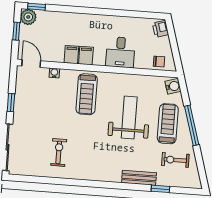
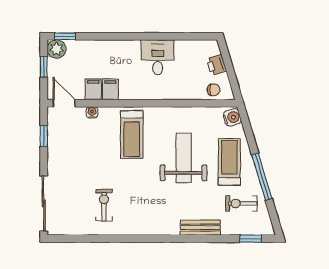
printer: (161, 29) -> (217, 65), moved
desk: (120, 52) -> (158, 57), moved, turned 180
filing cabinet: (86, 56) -> (93, 89), moved
window: (11, 103) -> (44, 136), moved
window: (192, 125) -> (262, 177), moved
window: (160, 189) -> (251, 239), moved

